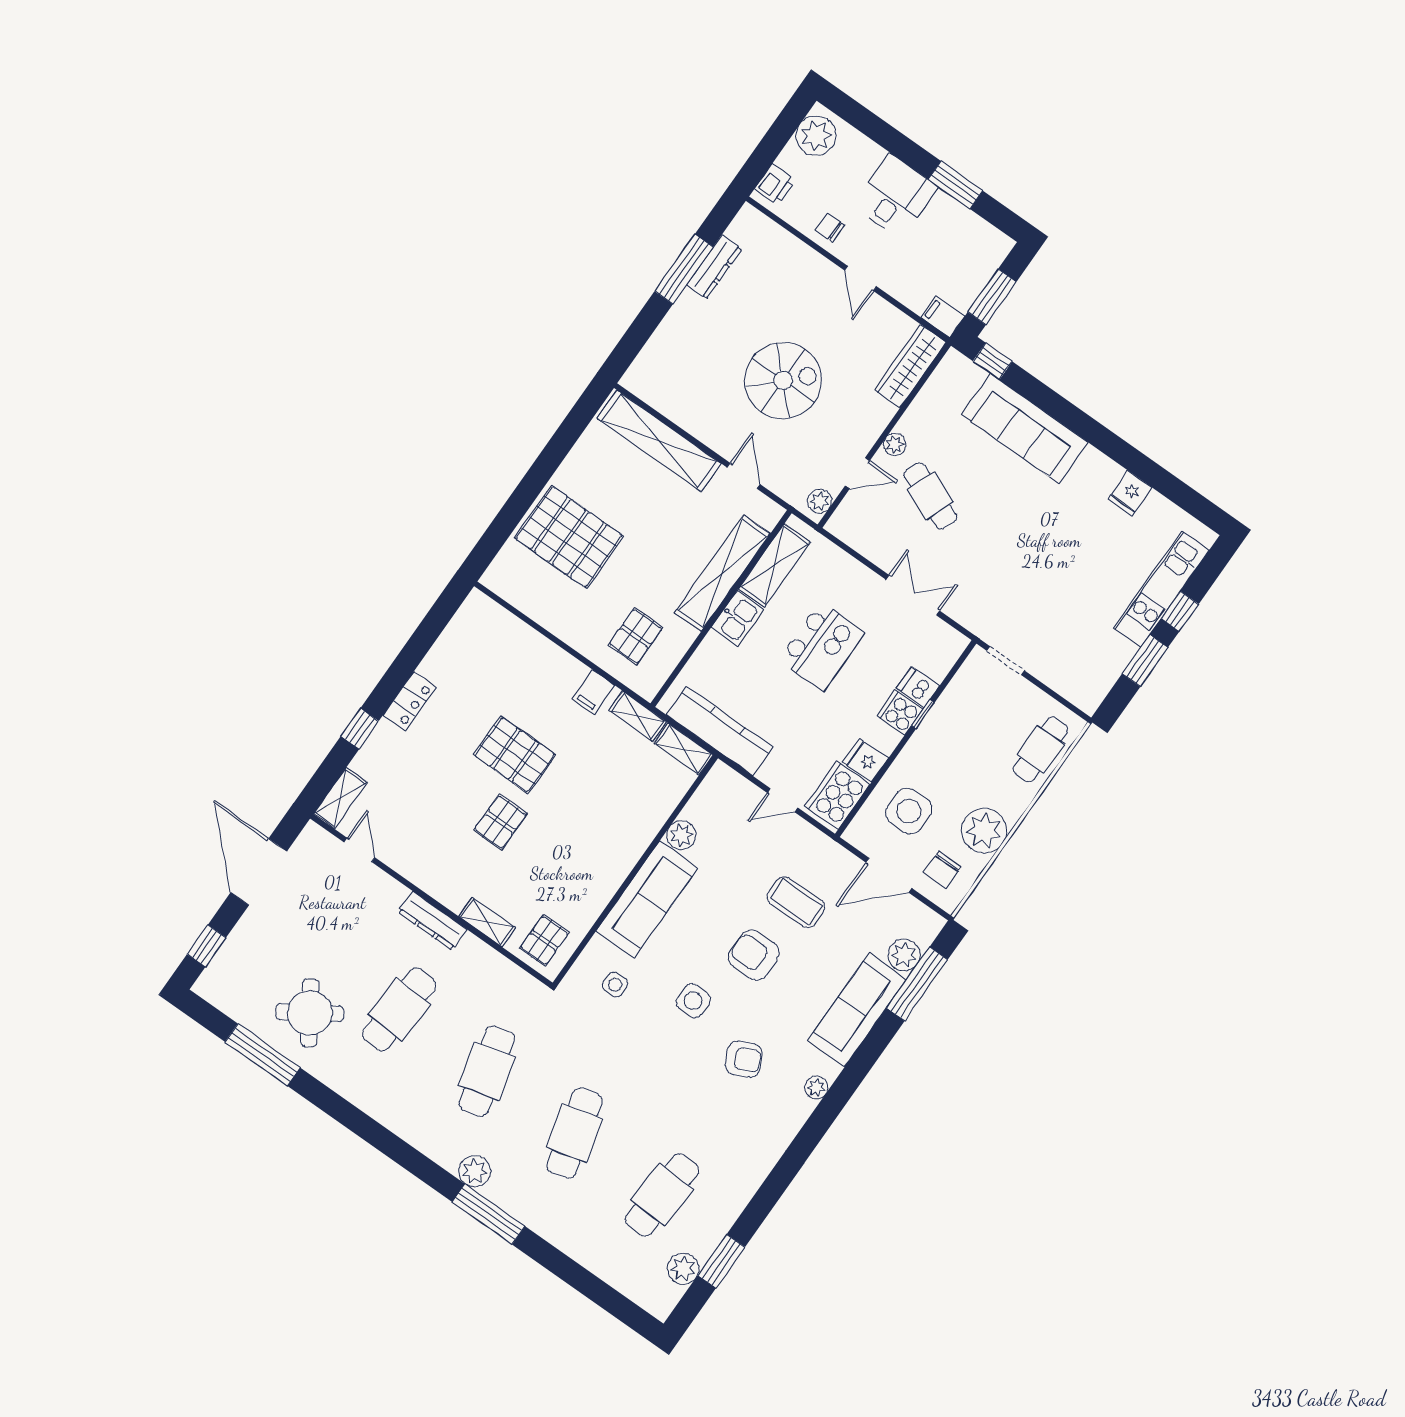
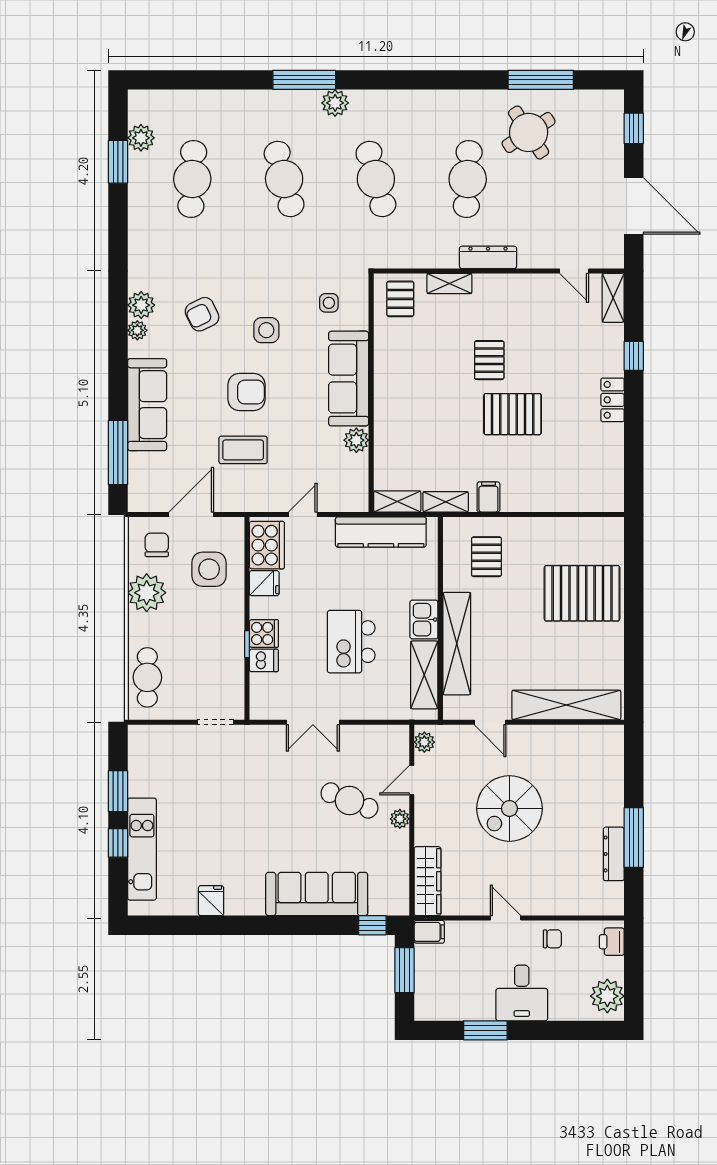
plant: (904, 955) -> (141, 305), moved

